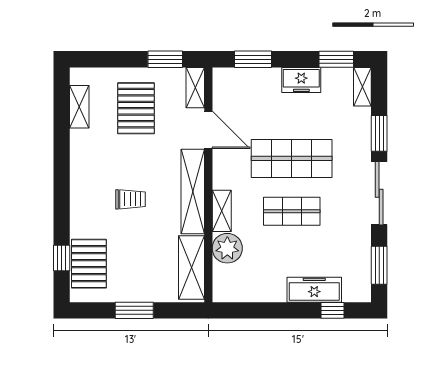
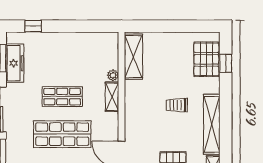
shelving: (193, 191) -> (212, 124), moved
plant: (227, 248) -> (113, 75), width x0.53, depth x0.53
freezer: (314, 290) -> (15, 63), moved, turned -90
window: (134, 310) -> (174, 26), removed

